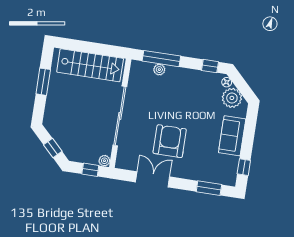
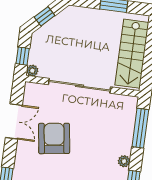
plant: (159, 70) -> (124, 161), moved
armchair: (170, 141) -> (54, 138), turned -98

